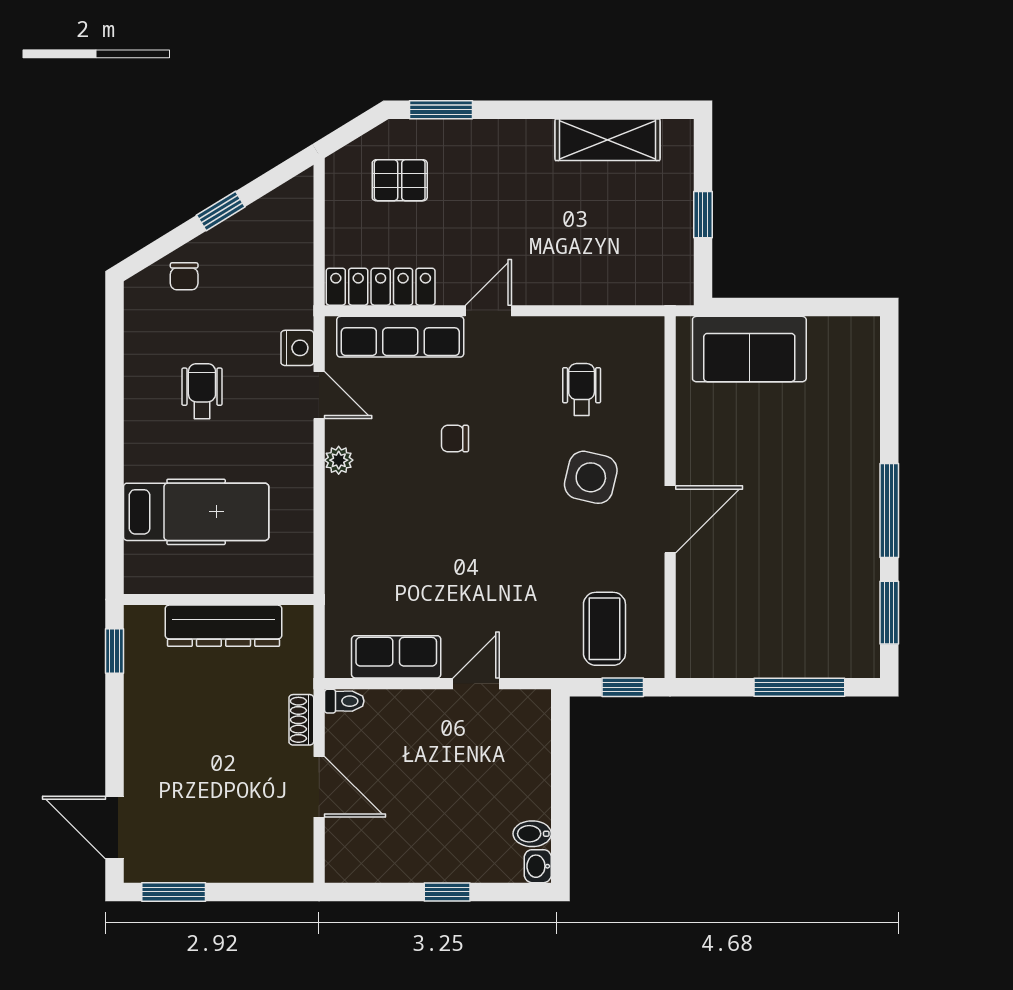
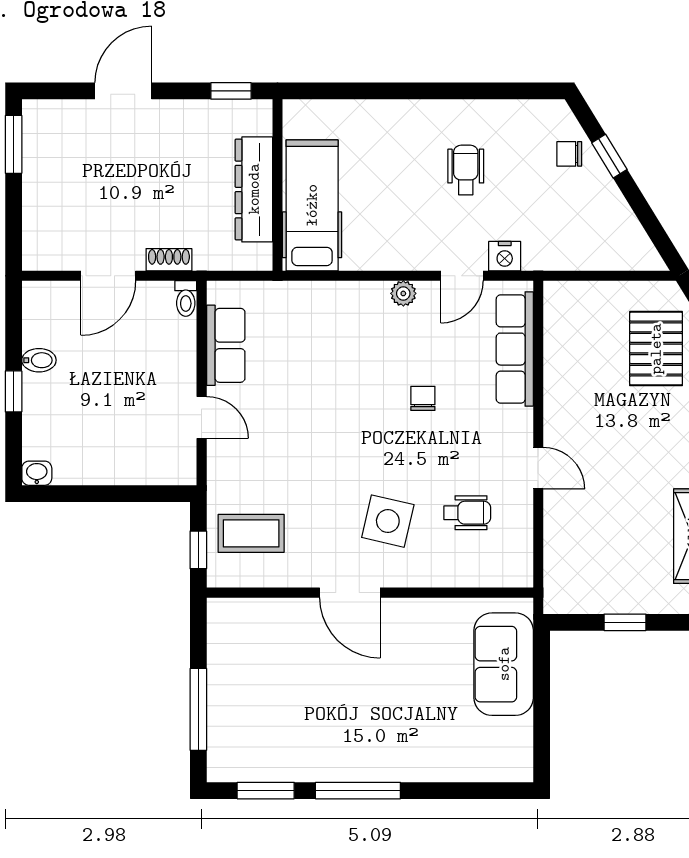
pallet: (400, 180) -> (656, 349), width x1.50, depth x1.42
window: (221, 211) -> (609, 156), moved
locker: (381, 287) -> (560, 331), removed
door: (488, 311) -> (538, 468), moved
wheelchair: (202, 391) -> (466, 170), turned -90
hospital bed: (196, 512) -> (312, 205), moved, turned 180
door: (114, 828) -> (123, 91), moved
bidet: (532, 834) -> (39, 360), moved, turned 90

